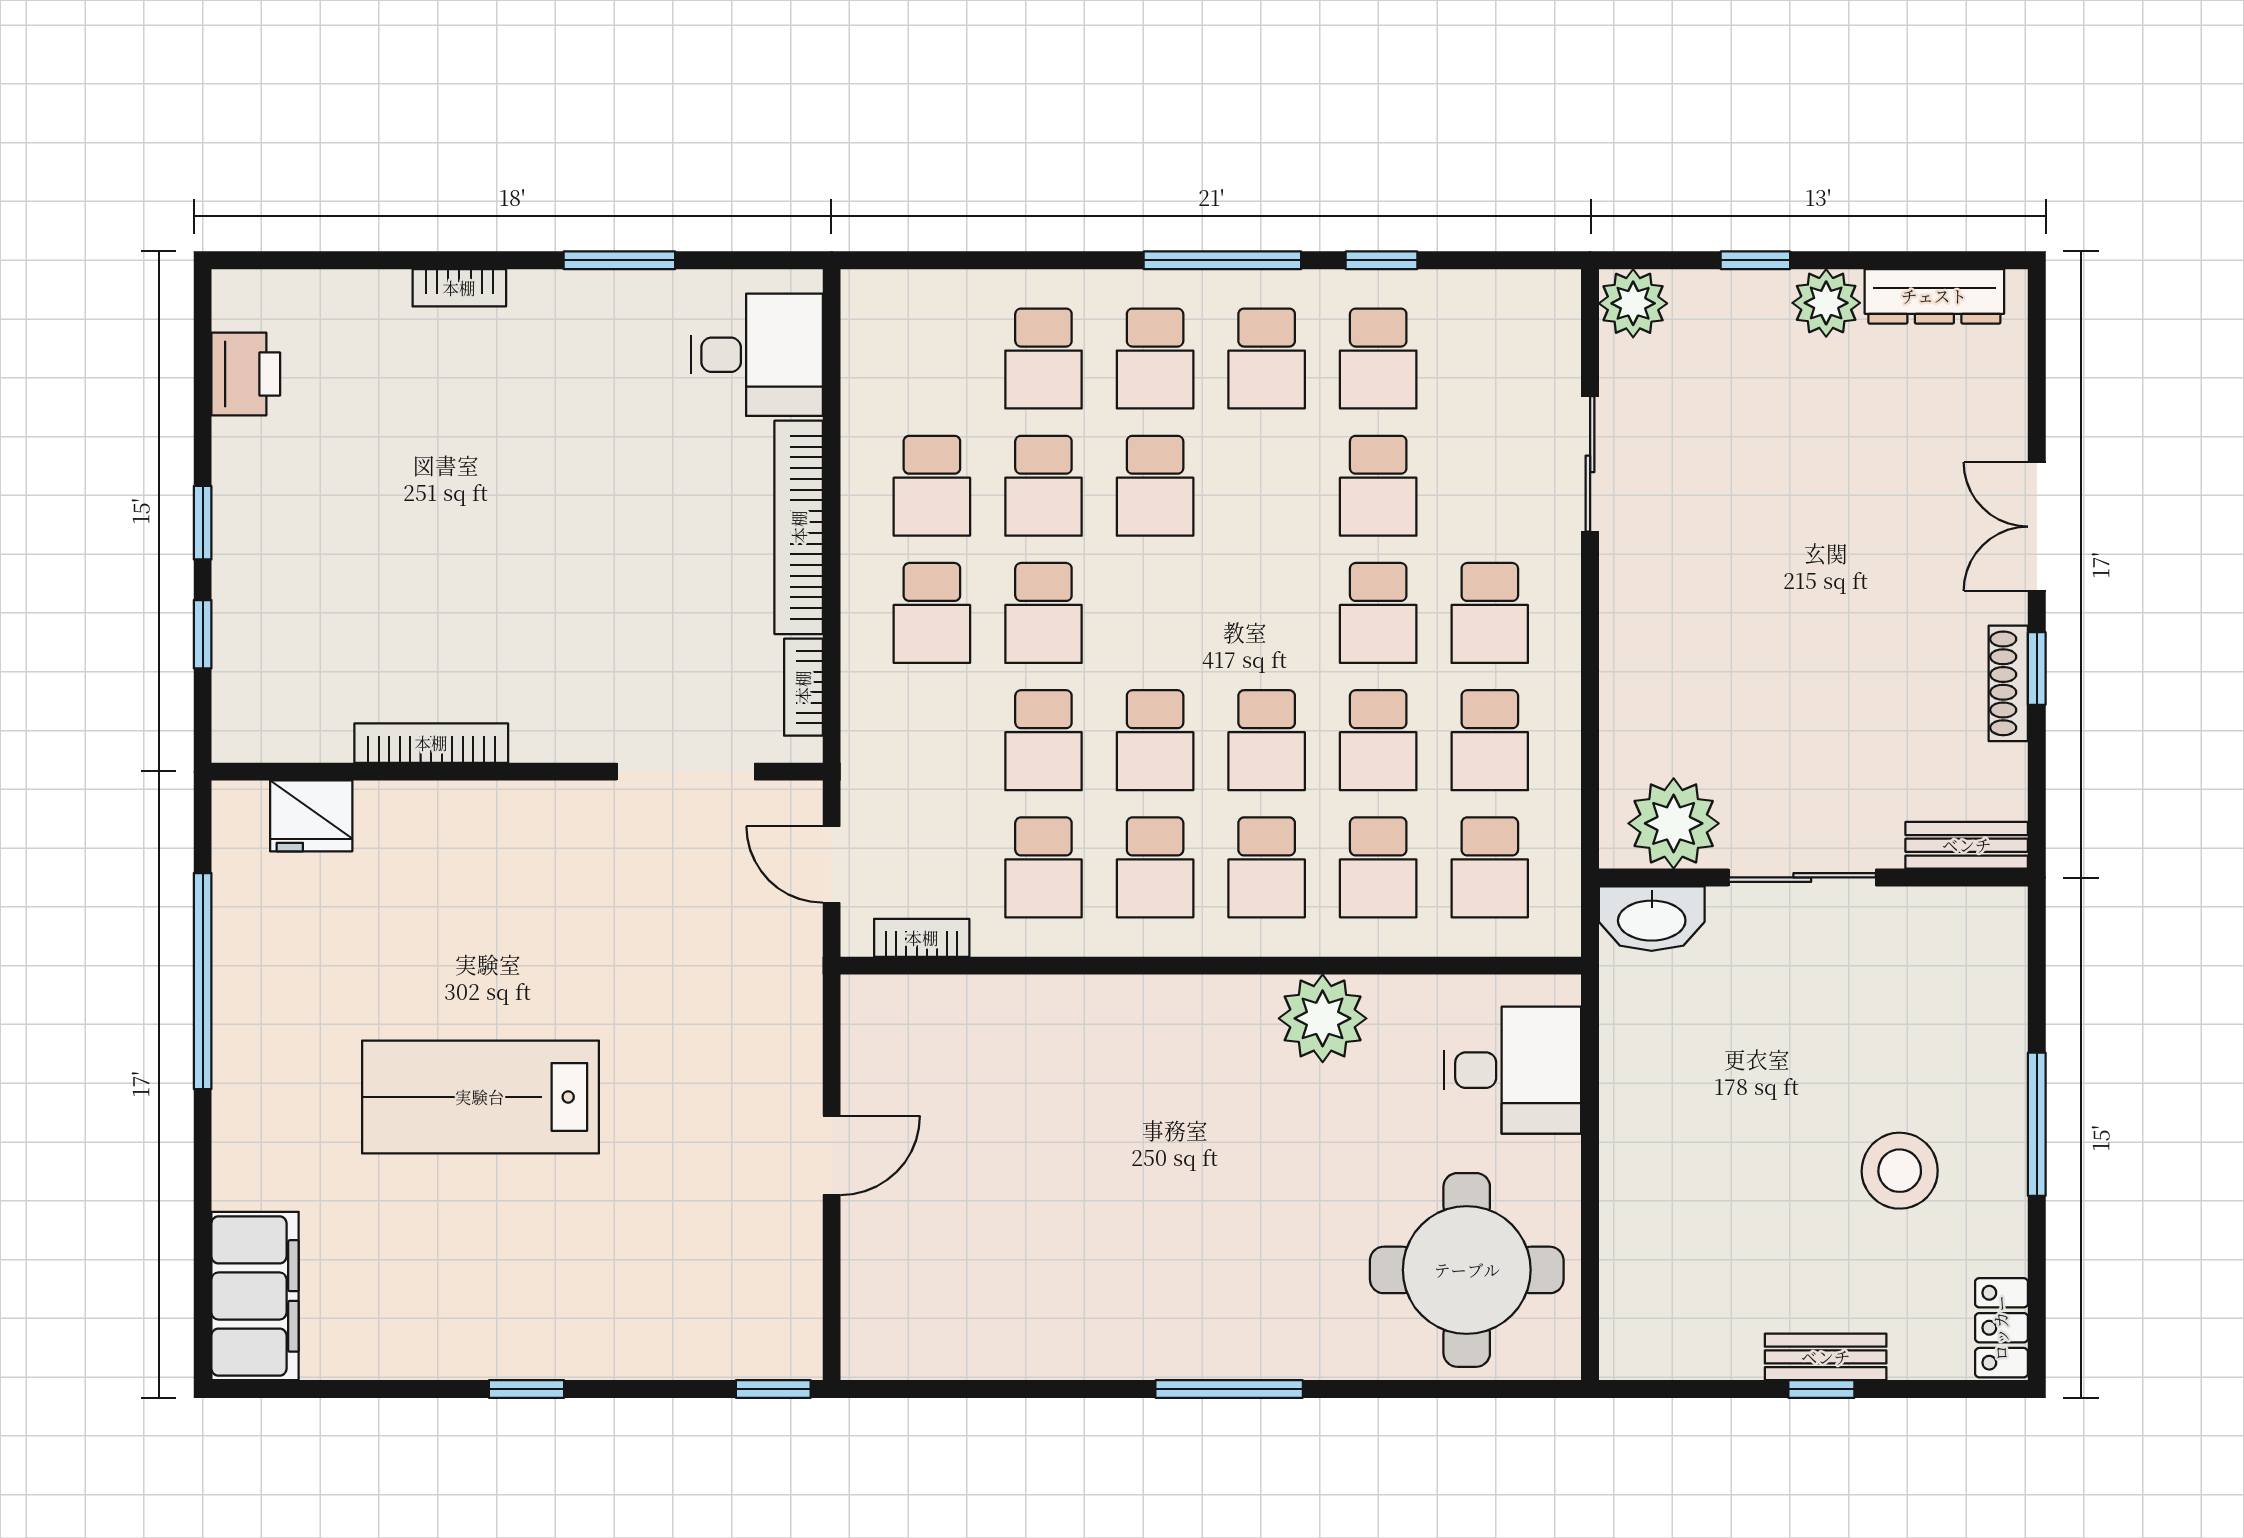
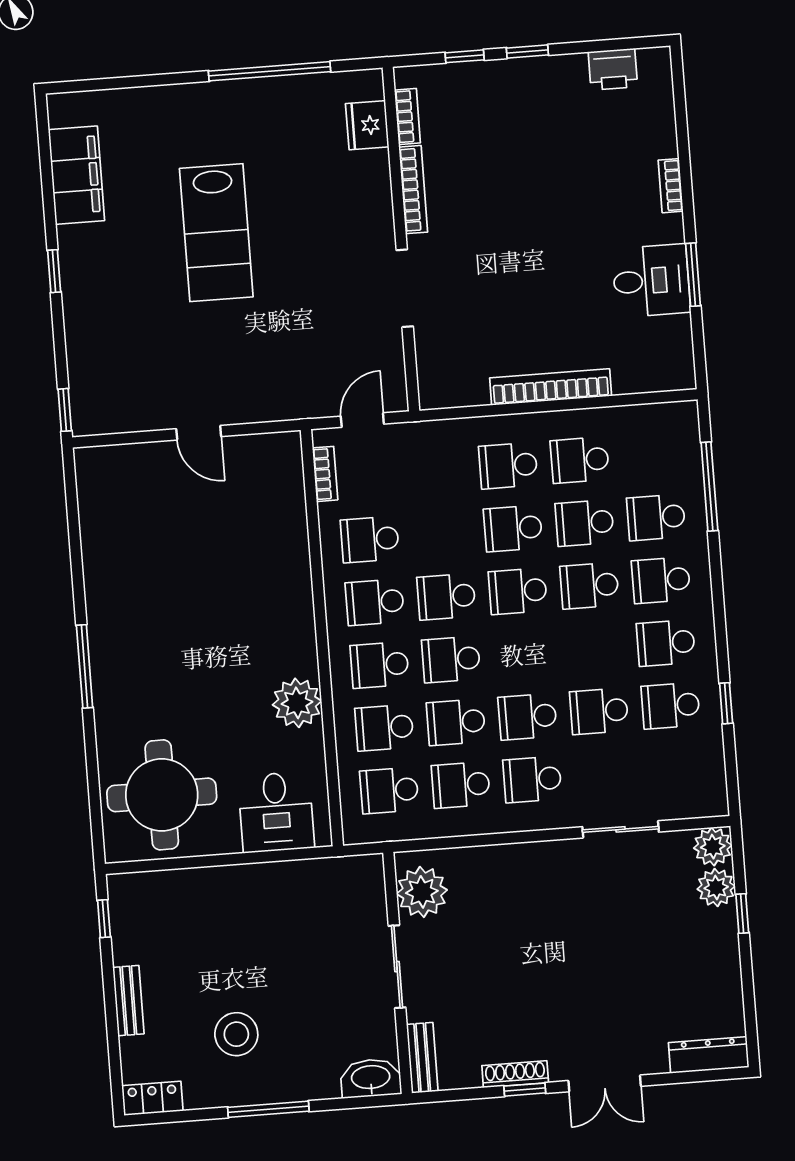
window: (1222, 260) -> (709, 486), moved
dresser: (1934, 296) -> (709, 1055), moved, turned 90
plant: (1826, 303) -> (716, 888), moved
desk: (757, 355) -> (651, 281), moved, turned -90
double door: (2037, 527) -> (605, 1083), swing flipped
bookcase: (803, 687) -> (407, 116), moved, turned 90
school desk: (1043, 740) -> (518, 591), moved
doorway: (686, 772) -> (405, 288), moved
washbasin: (1652, 919) -> (371, 1078), moved, turned 90
lab bench: (480, 1097) -> (216, 233), turned 180
filing cabinet: (255, 1296) -> (76, 175), moved, turned -90
window: (1821, 1389) -> (104, 919), moved

